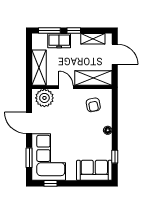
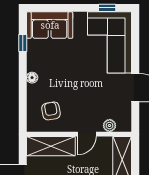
door: (66, 87) -> (87, 134), hinge flipped
plant: (44, 98) -> (110, 126), width x0.53, depth x0.53
window: (29, 158) -> (135, 41), removed

